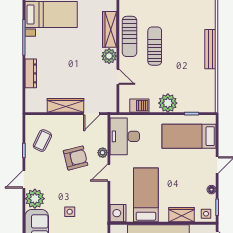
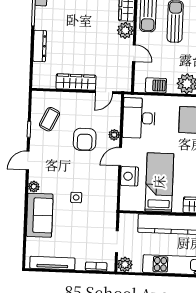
armchair: (76, 158) -> (85, 139), turned 104
plant: (35, 199) -> (34, 187), width x0.53, depth x0.53
nightstand: (118, 213) -> (129, 176), moved

